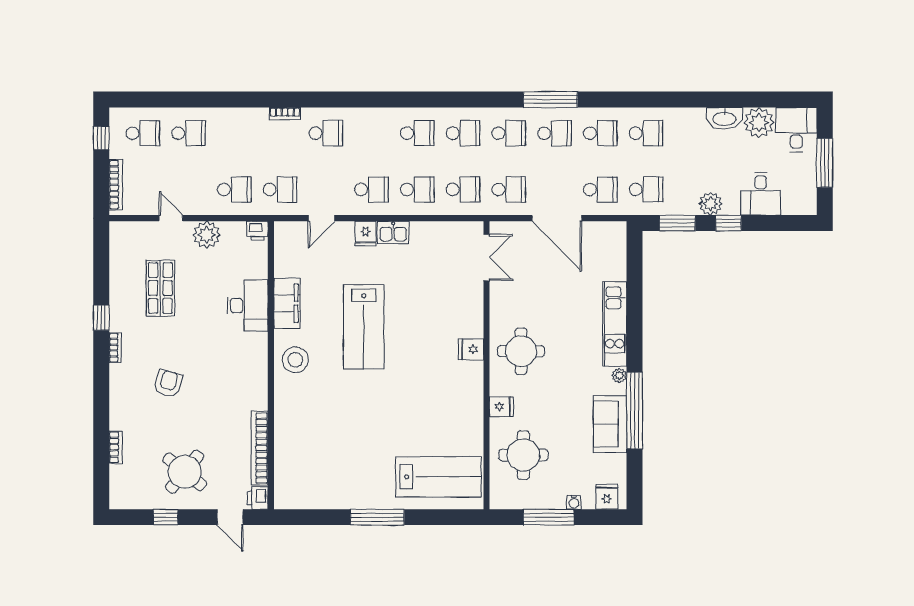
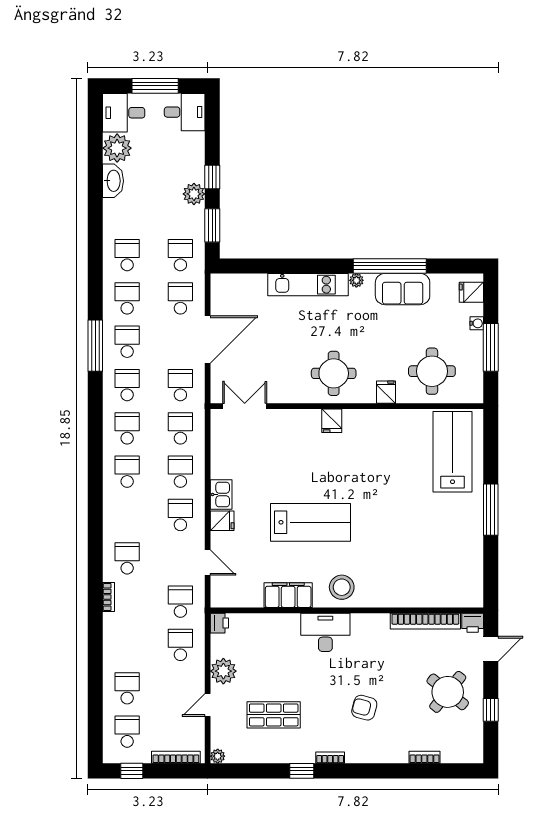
desk: (761, 194) -> (185, 112), moved
plant: (117, 229) -> (218, 756), added
desk: (248, 306) -> (325, 632), moved

